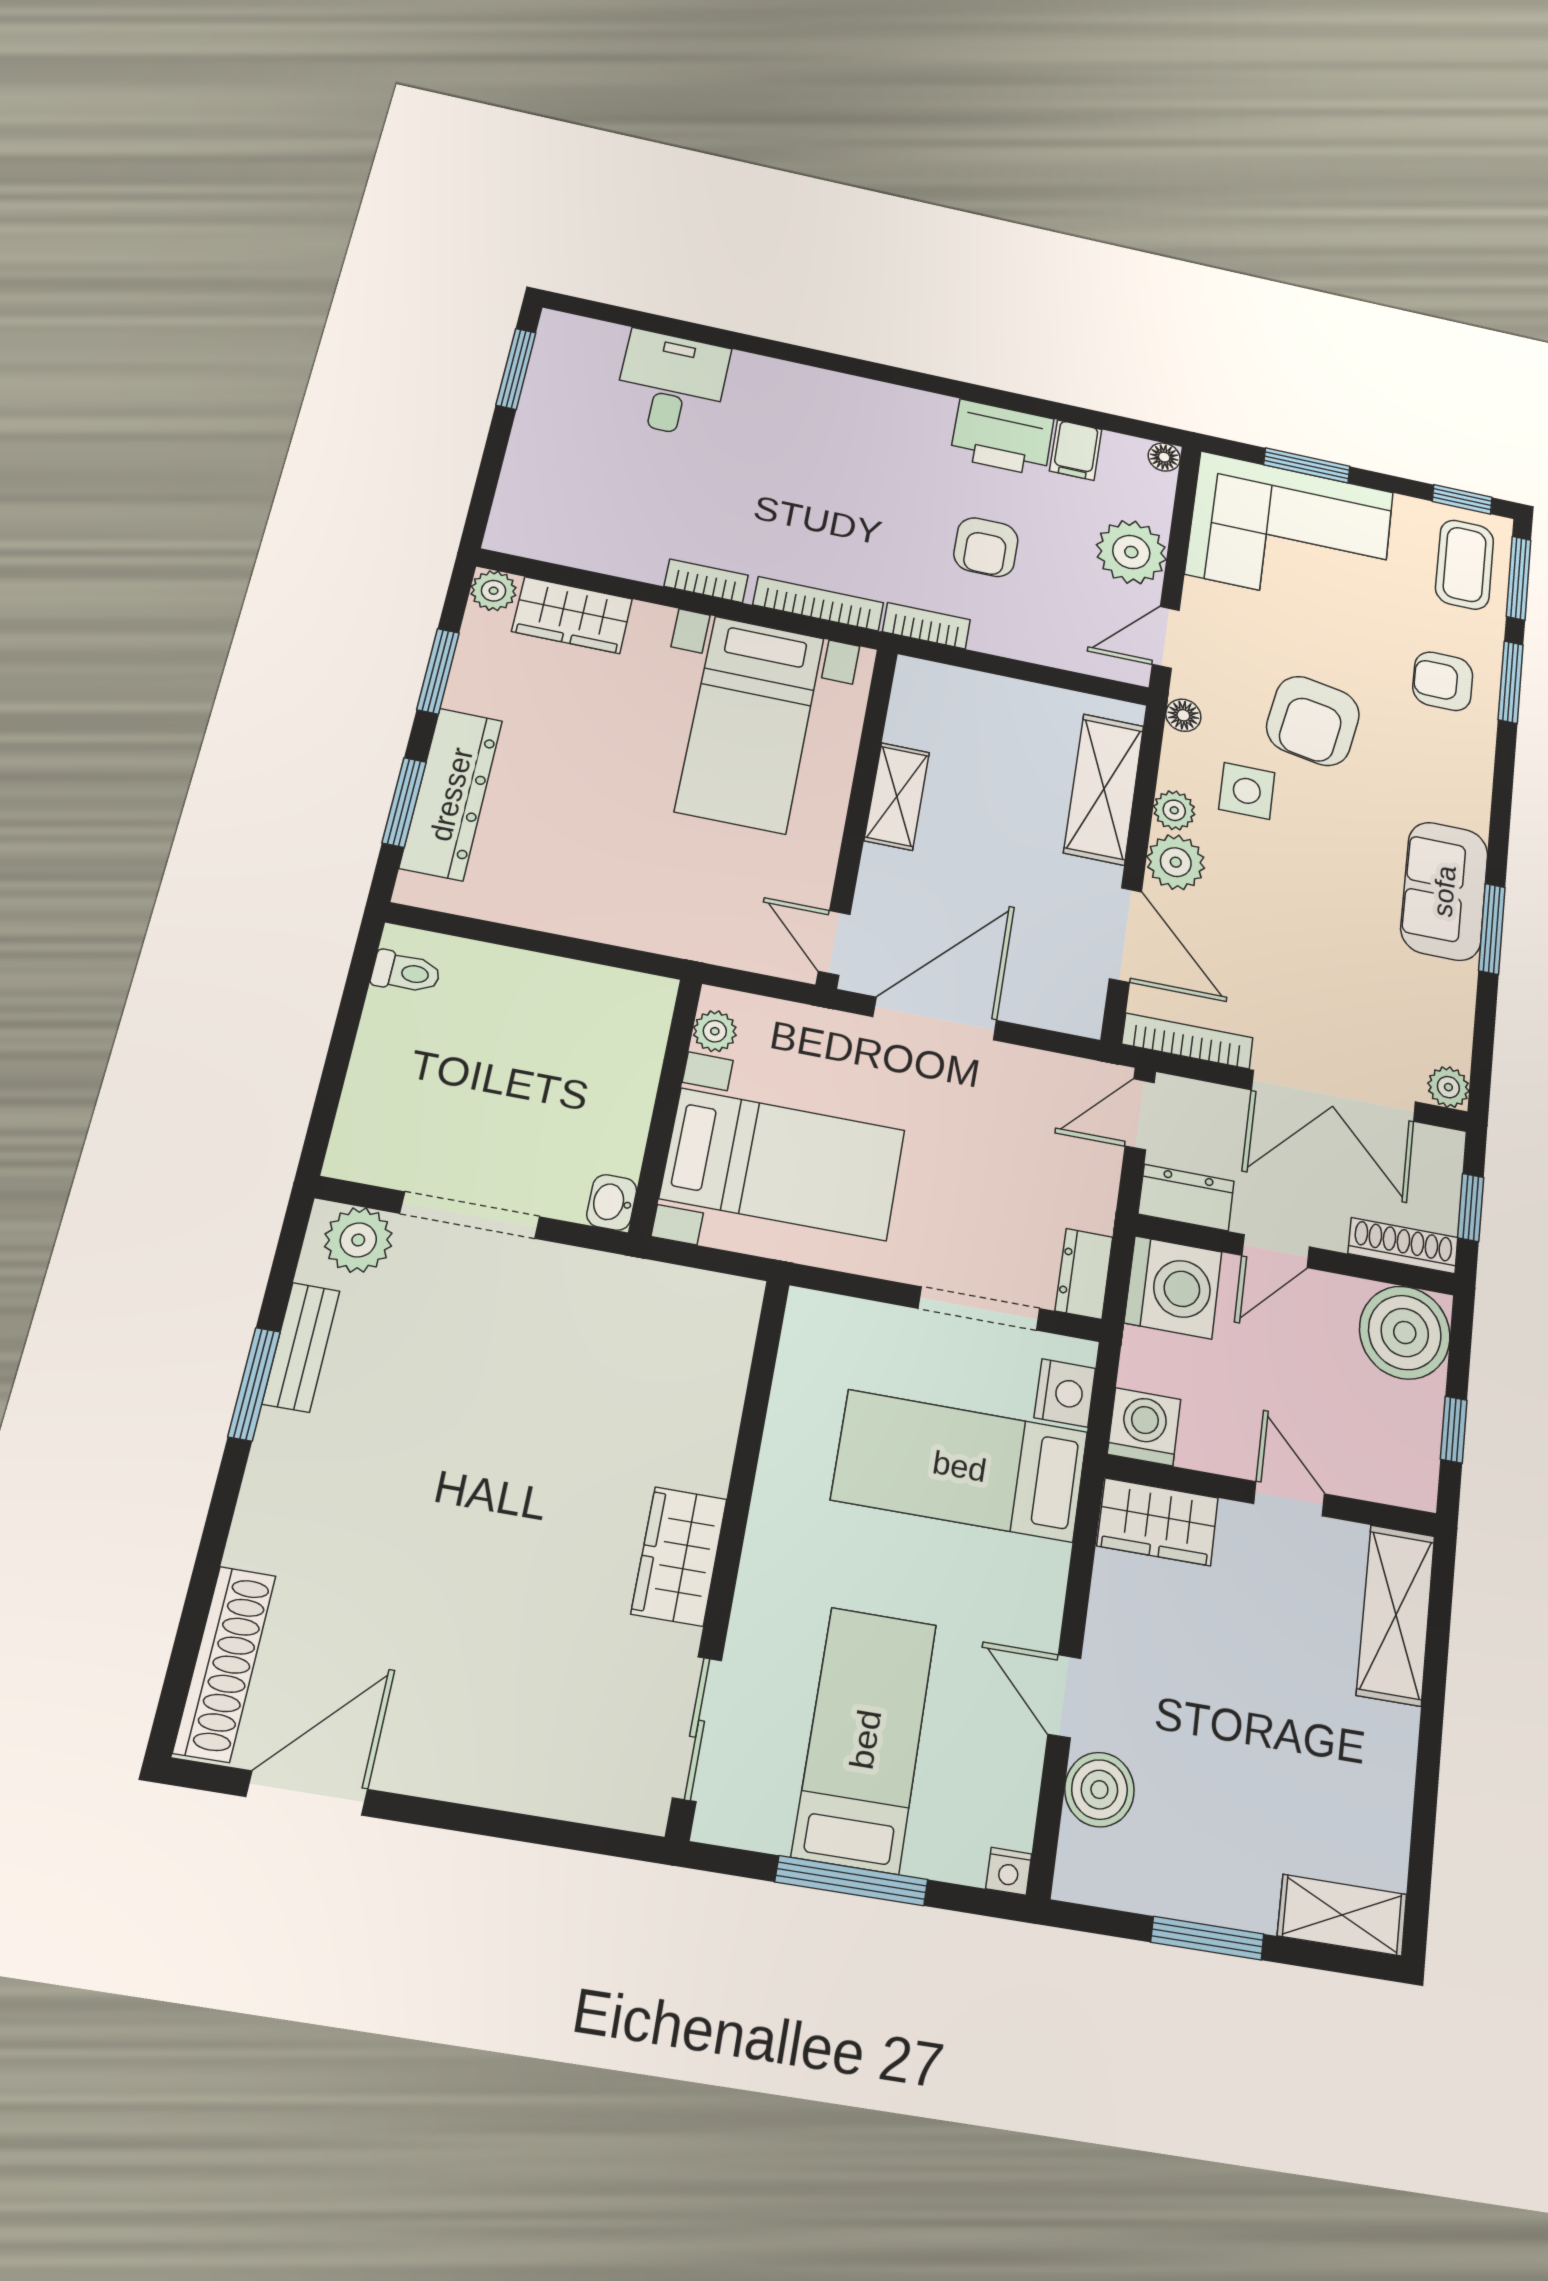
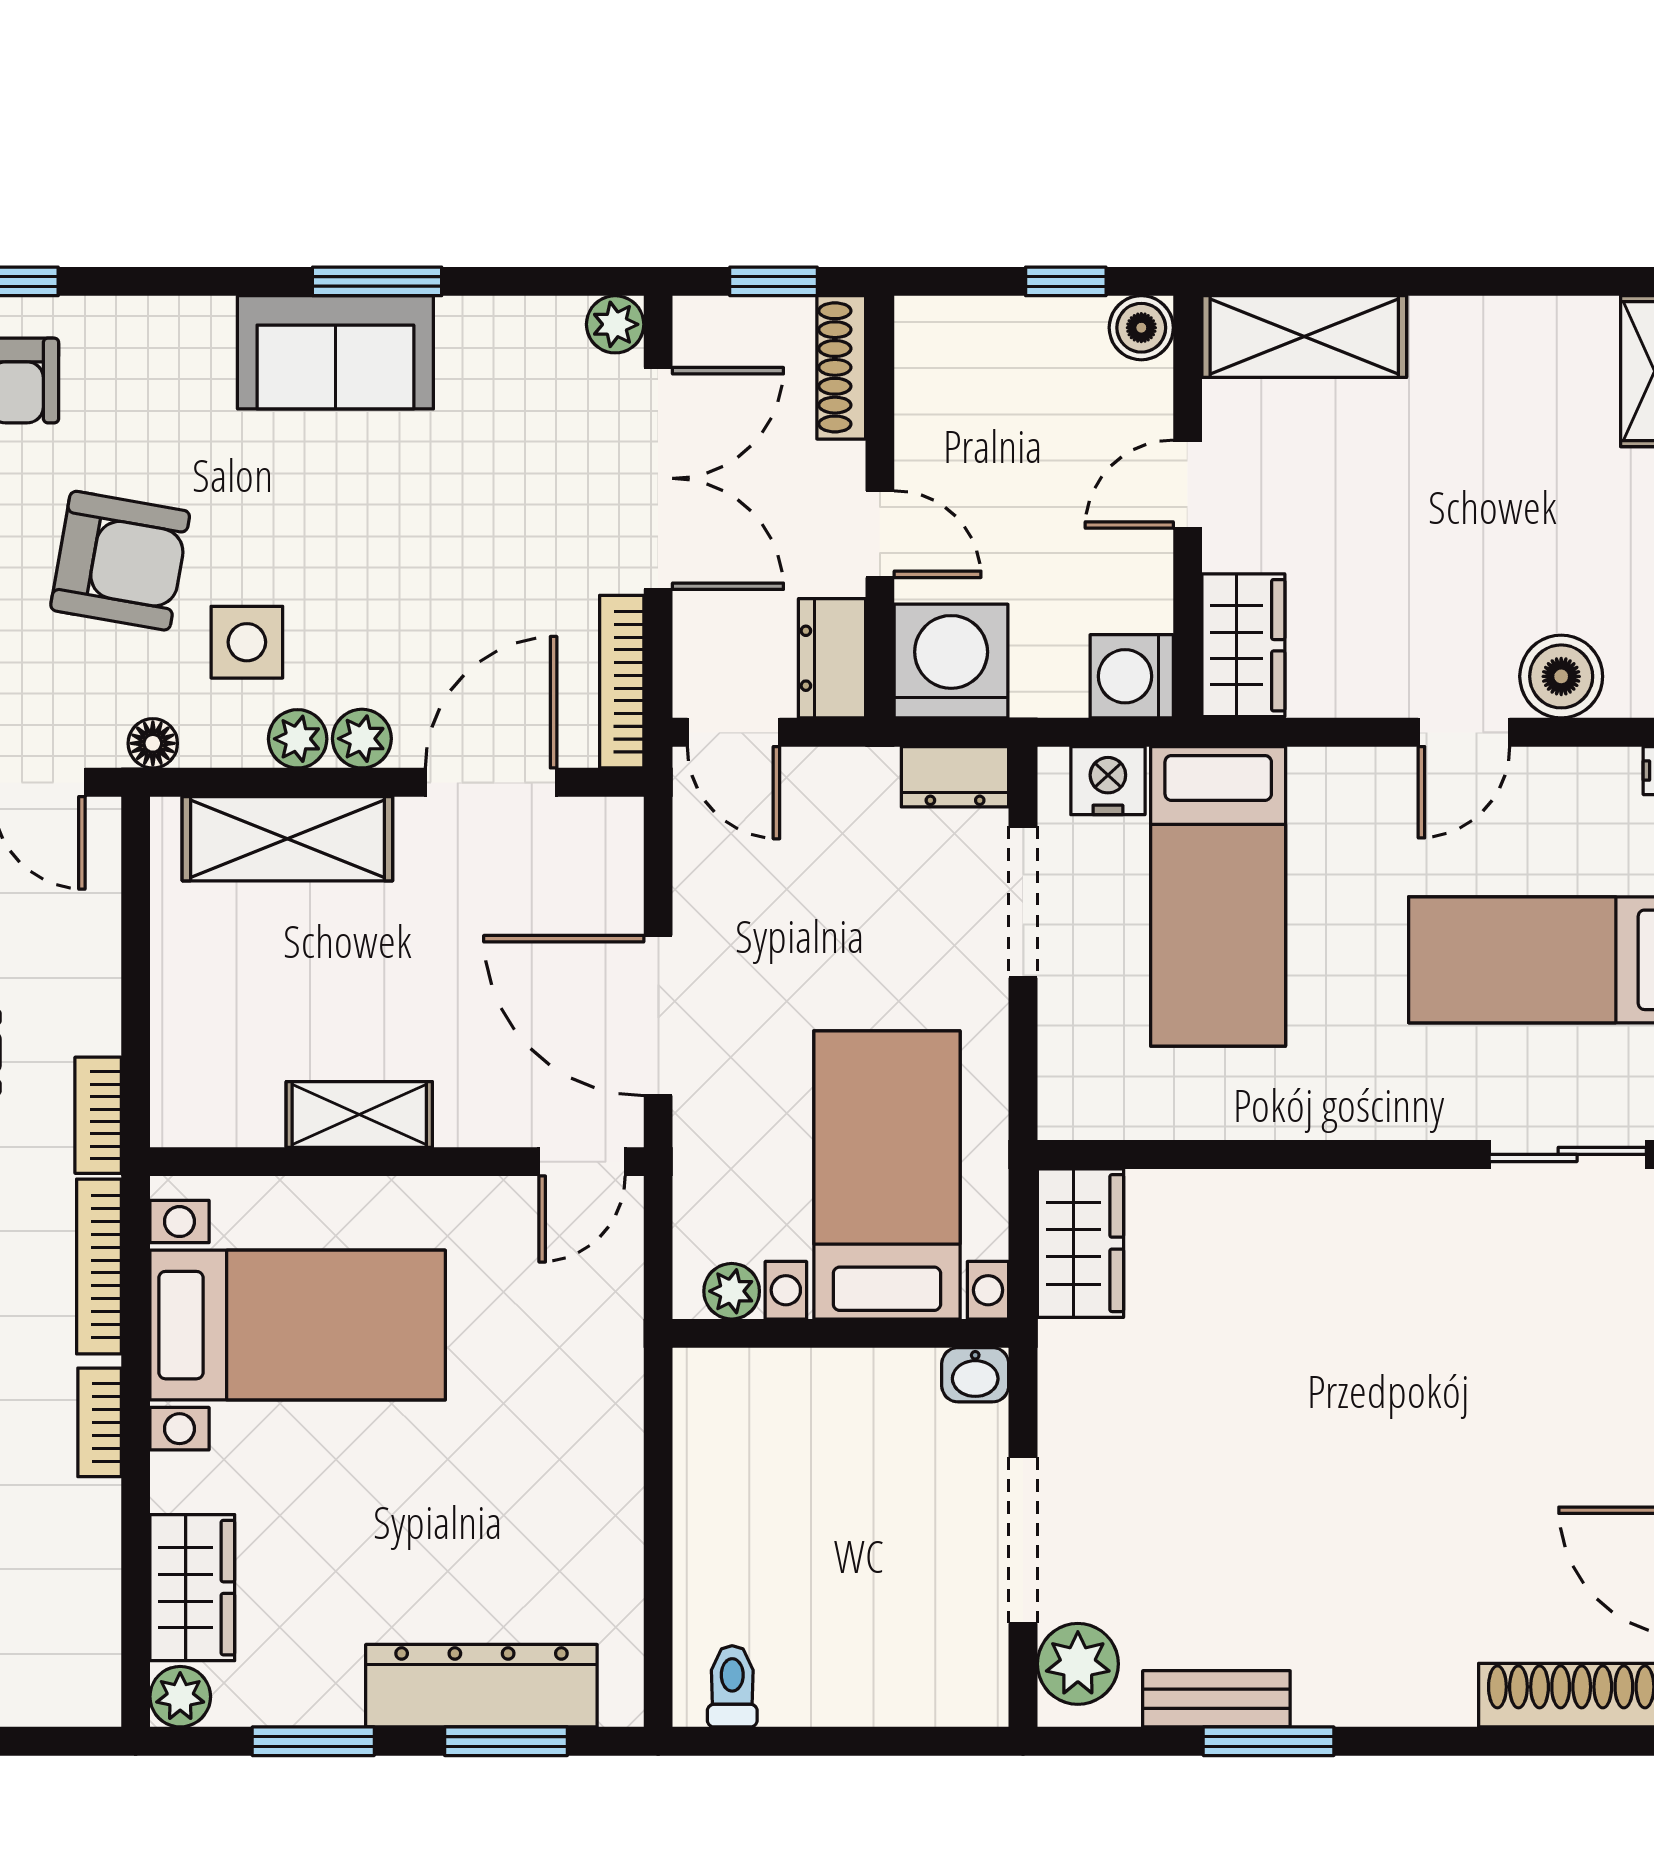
plant: (1176, 862) -> (362, 739), width x0.73, depth x0.73
boiler: (1405, 1333) -> (1141, 328), moved, width x0.54, depth x0.54
wardrobe: (679, 1556) -> (1080, 1243), moved, turned -90

